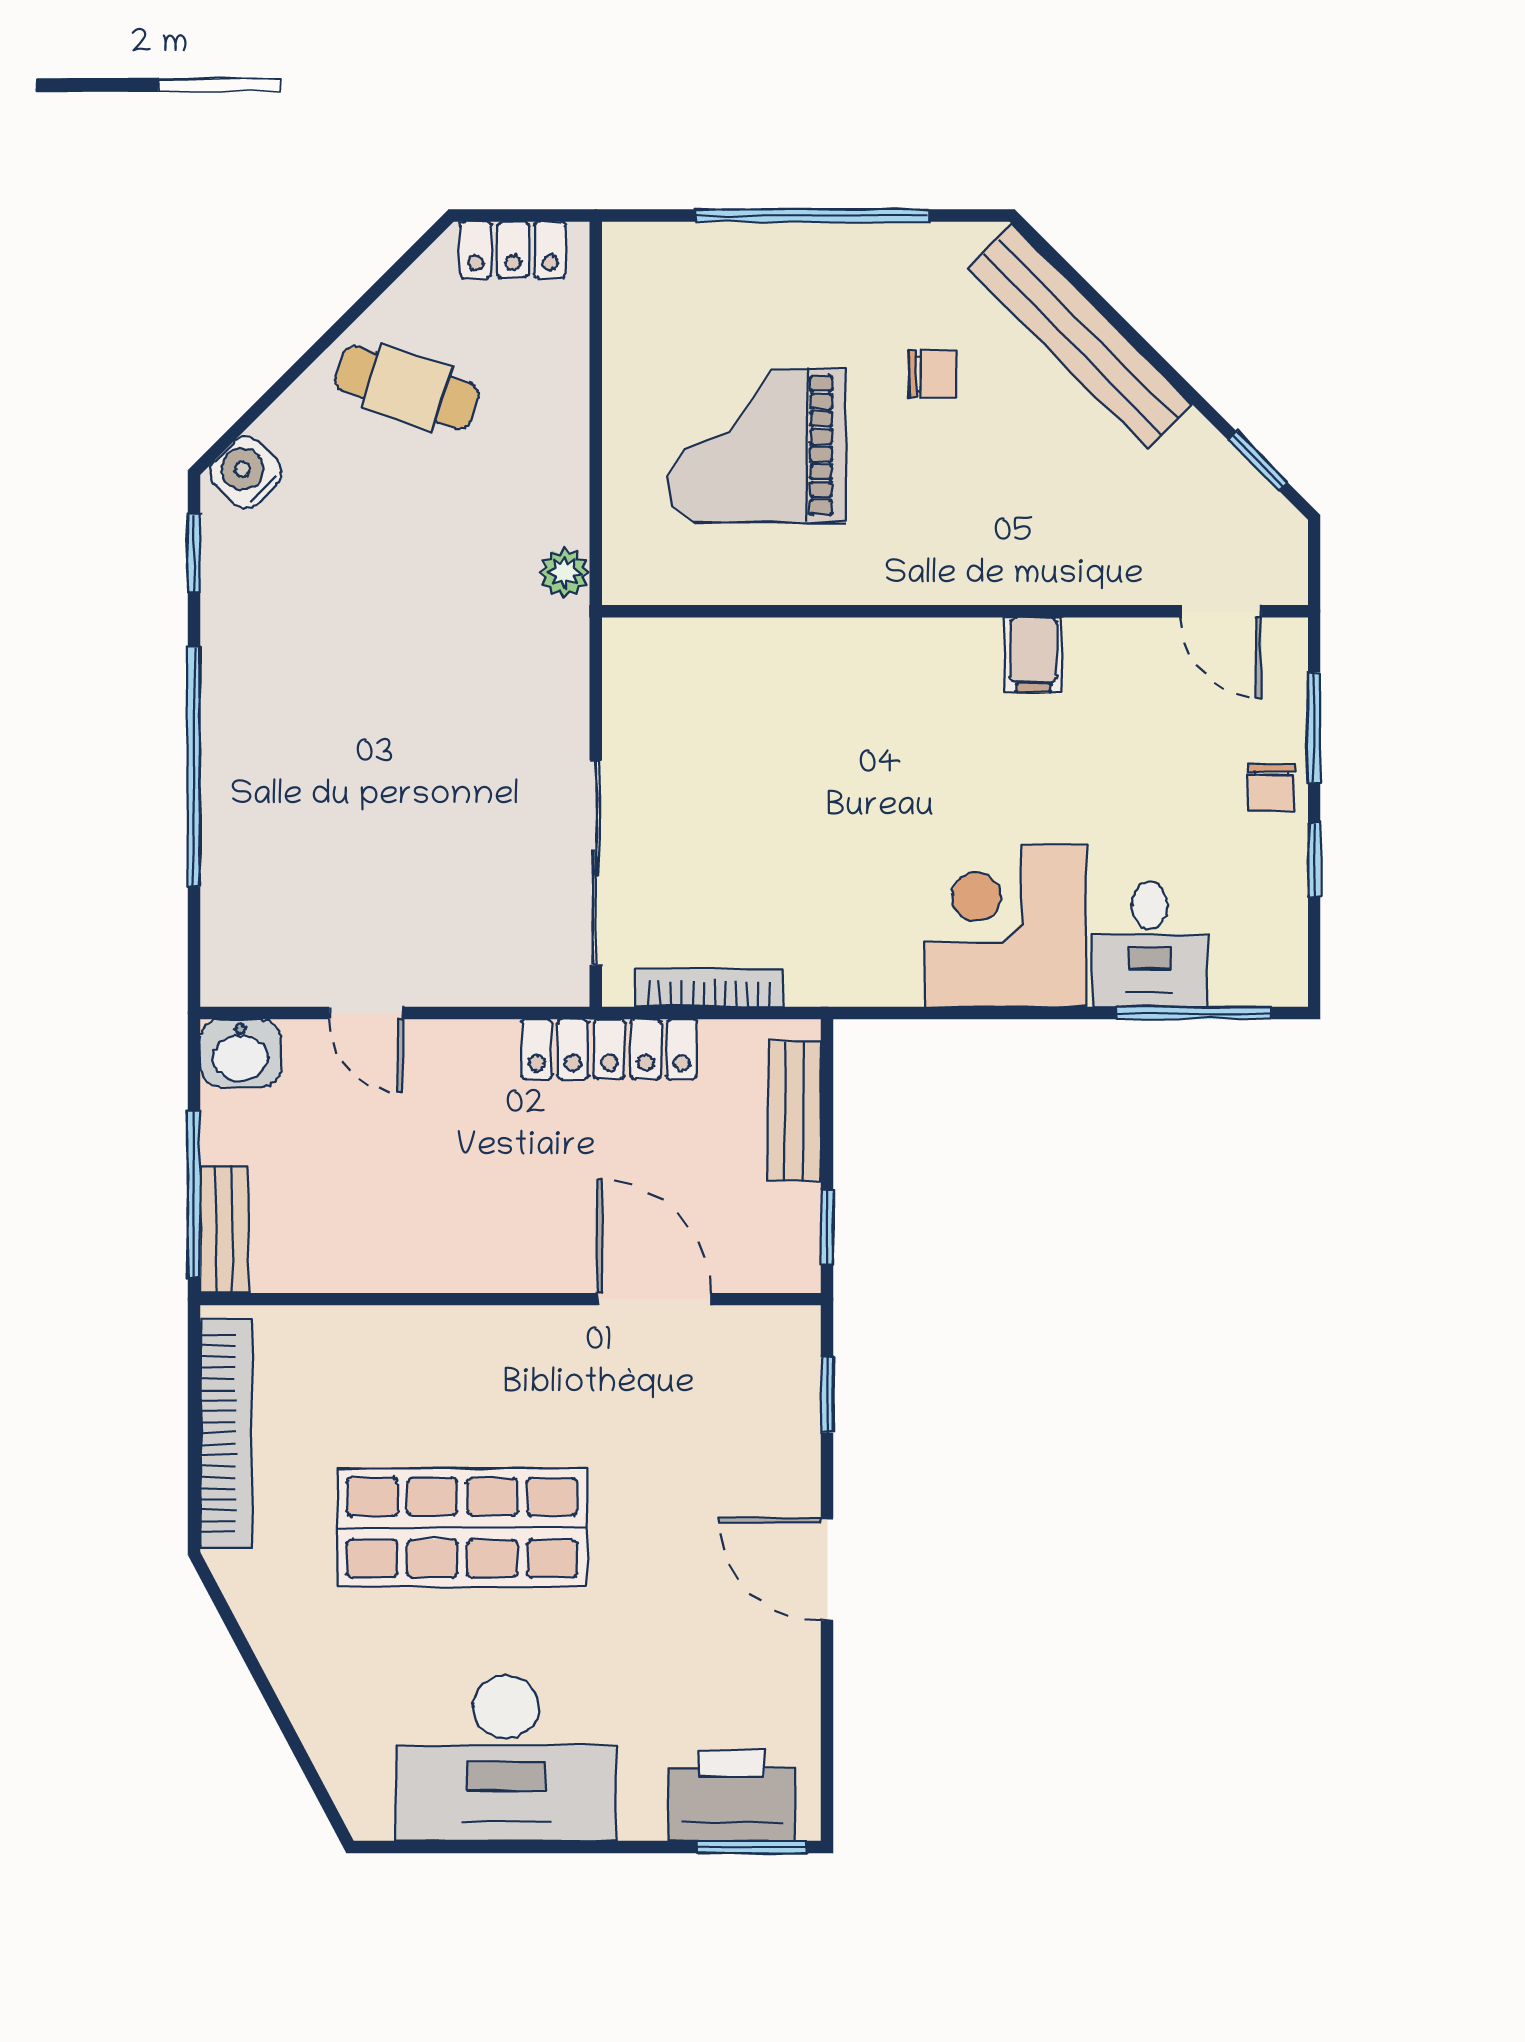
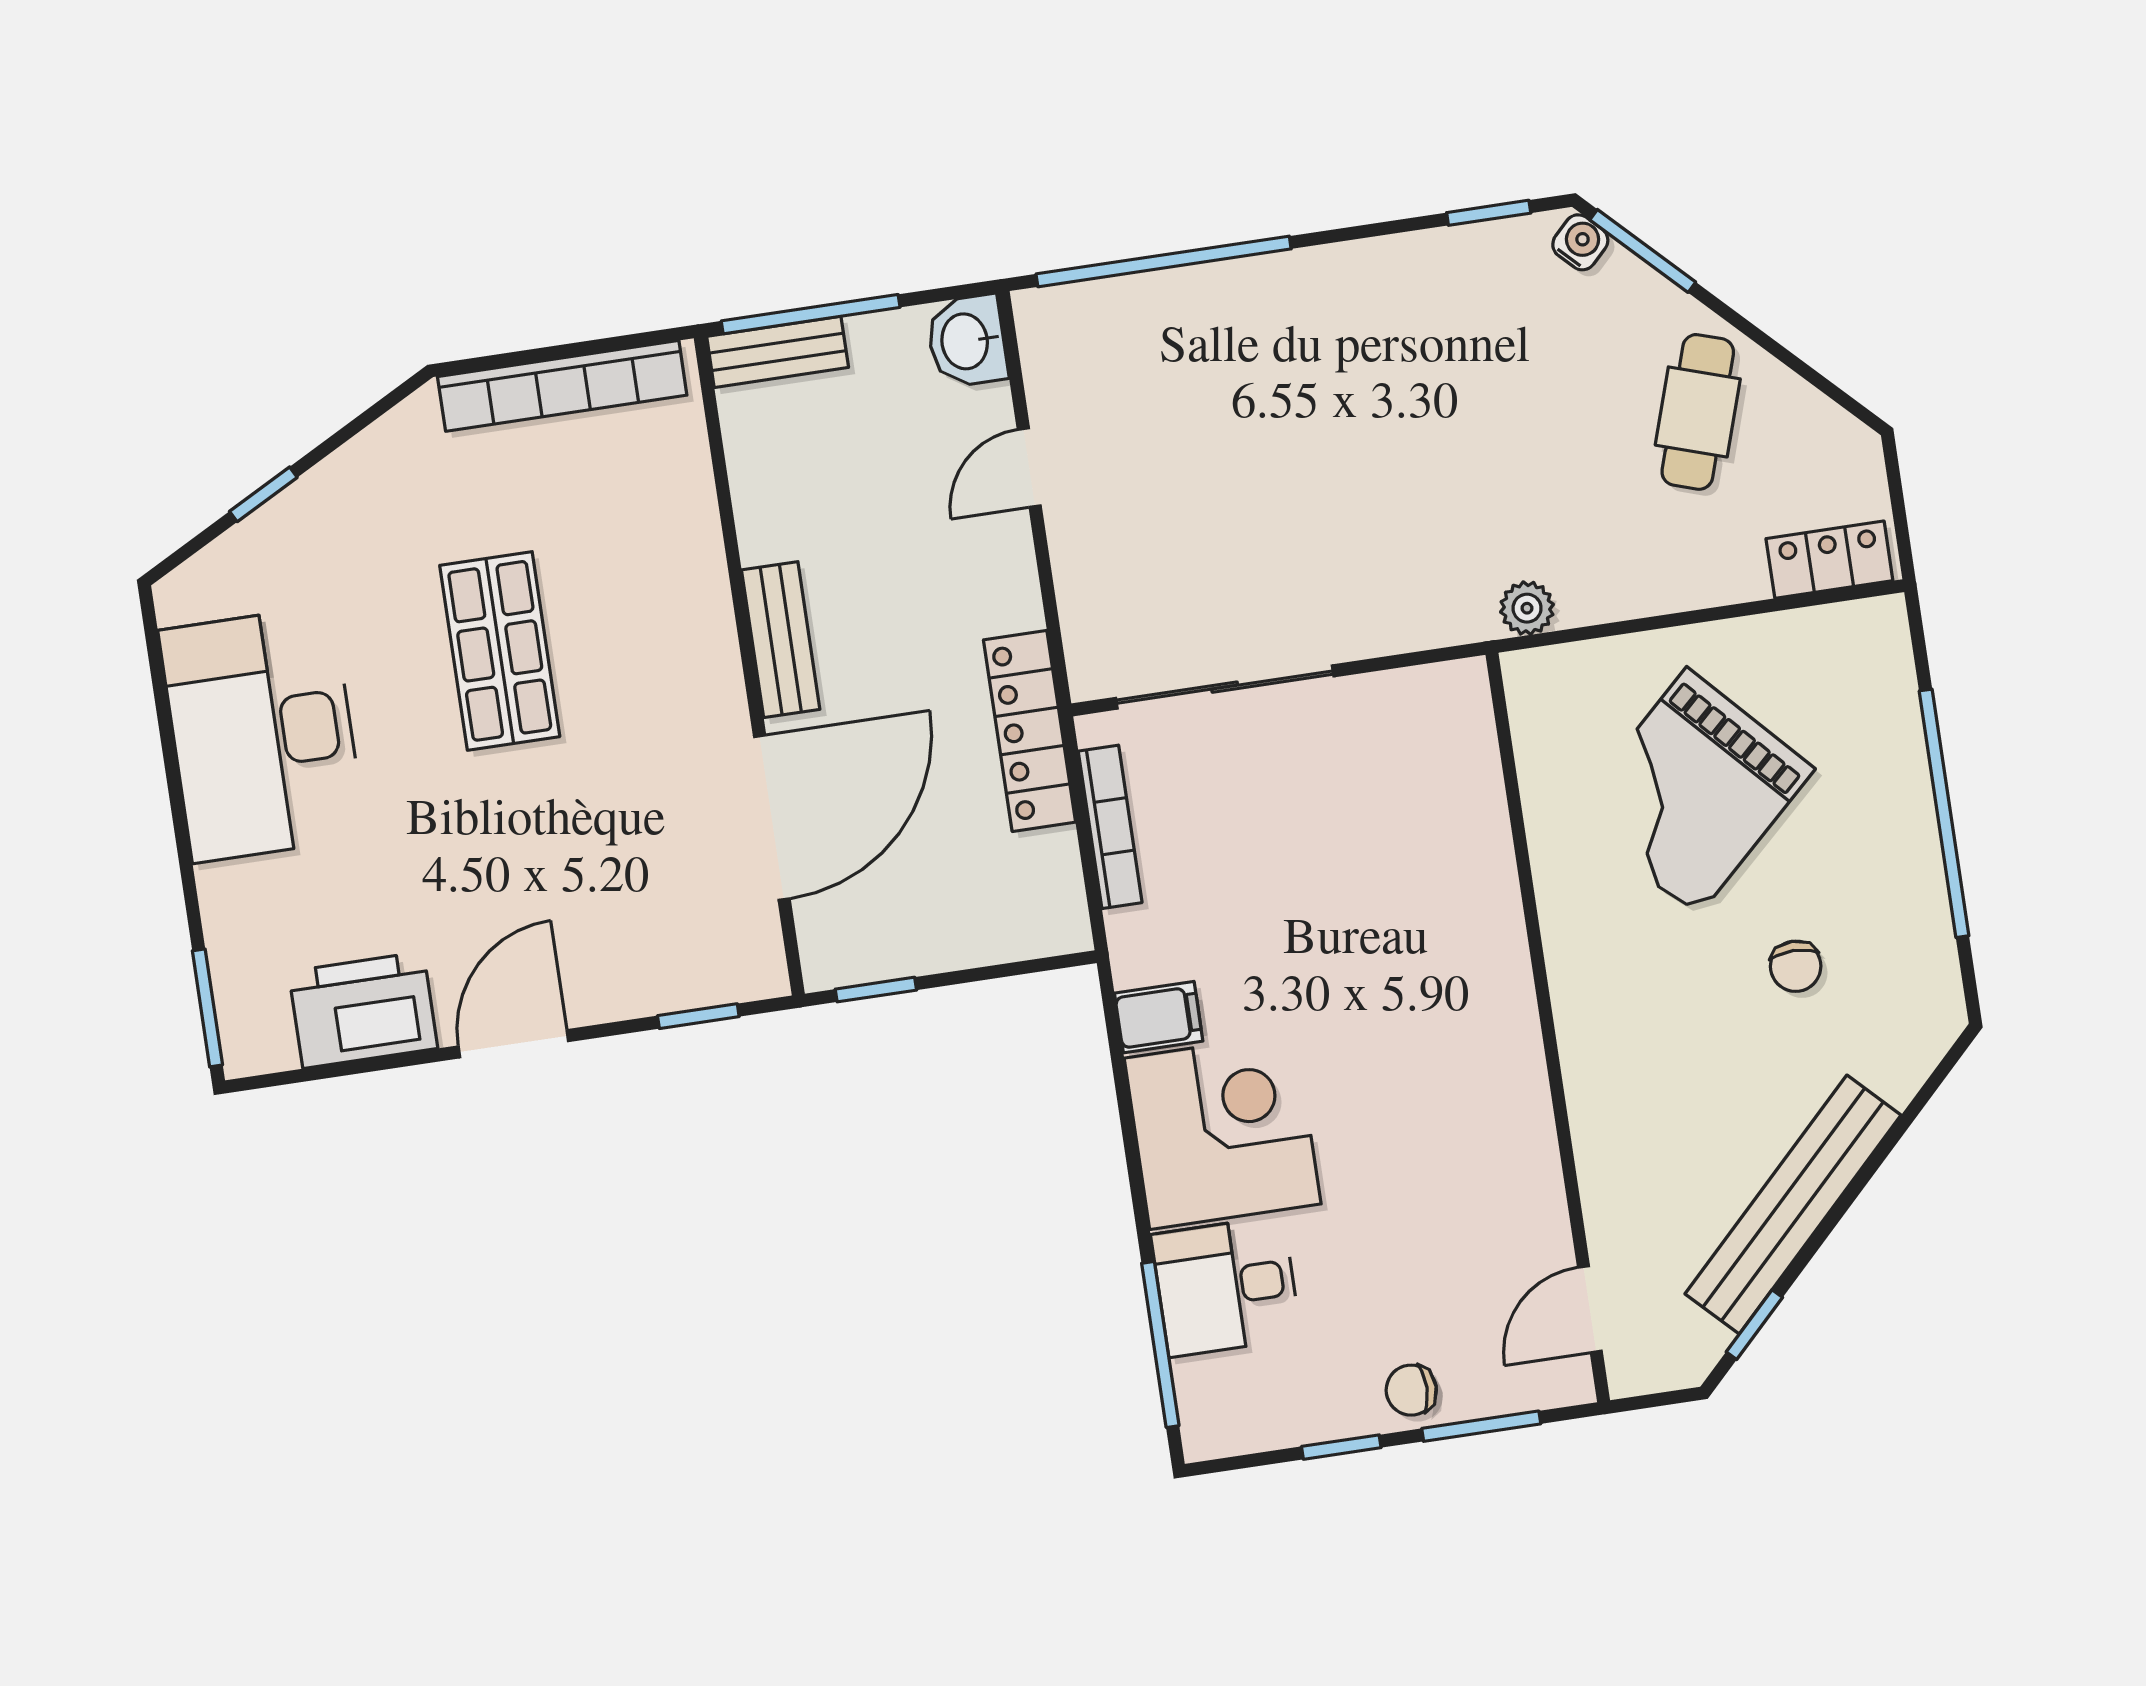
locker: (513, 250) -> (1829, 560), moved, turned 90
bench: (1080, 336) -> (1793, 1205), moved
window: (250, 416) -> (1643, 251), added
grand piano: (757, 445) -> (1692, 792), turned -133
water cooler: (246, 473) -> (1580, 242), width x0.72, depth x0.72
filing cabinet: (1034, 655) -> (1159, 1017), moved, turned 180
window: (194, 767) -> (1164, 261), moved
bench: (794, 1111) -> (781, 640), moved, turned 90
door: (654, 1299) -> (772, 818), width x1.36
shop shelf: (462, 1528) -> (500, 651), width x0.70, depth x0.74
window: (285, 1724) -> (263, 494), added
printer: (732, 1795) -> (363, 1010), moved, turned -90

